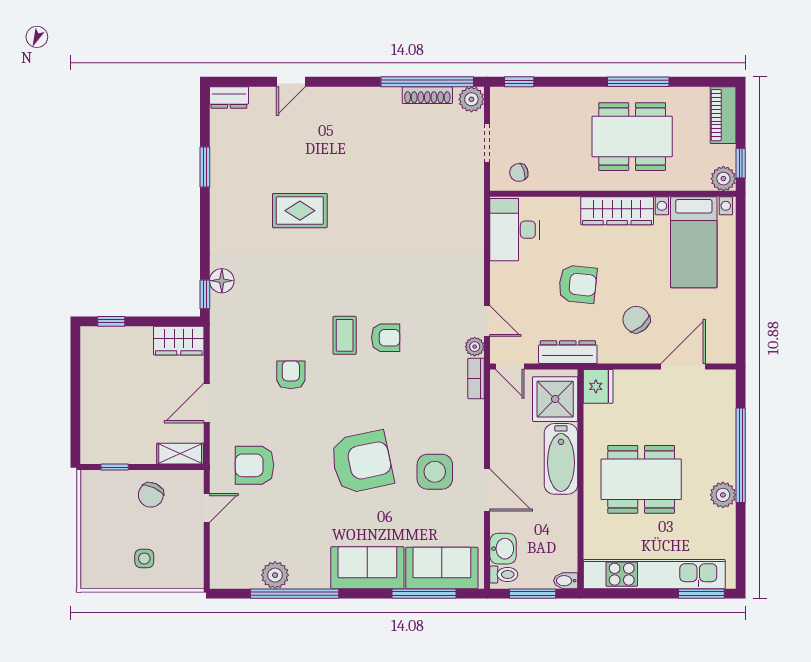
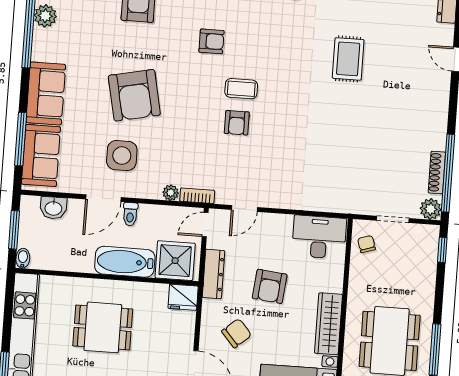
plant: (475, 347) -> (171, 193), moved
dining table: (641, 479) -> (103, 327), width x0.73
toilet: (504, 575) -> (130, 214), moved

